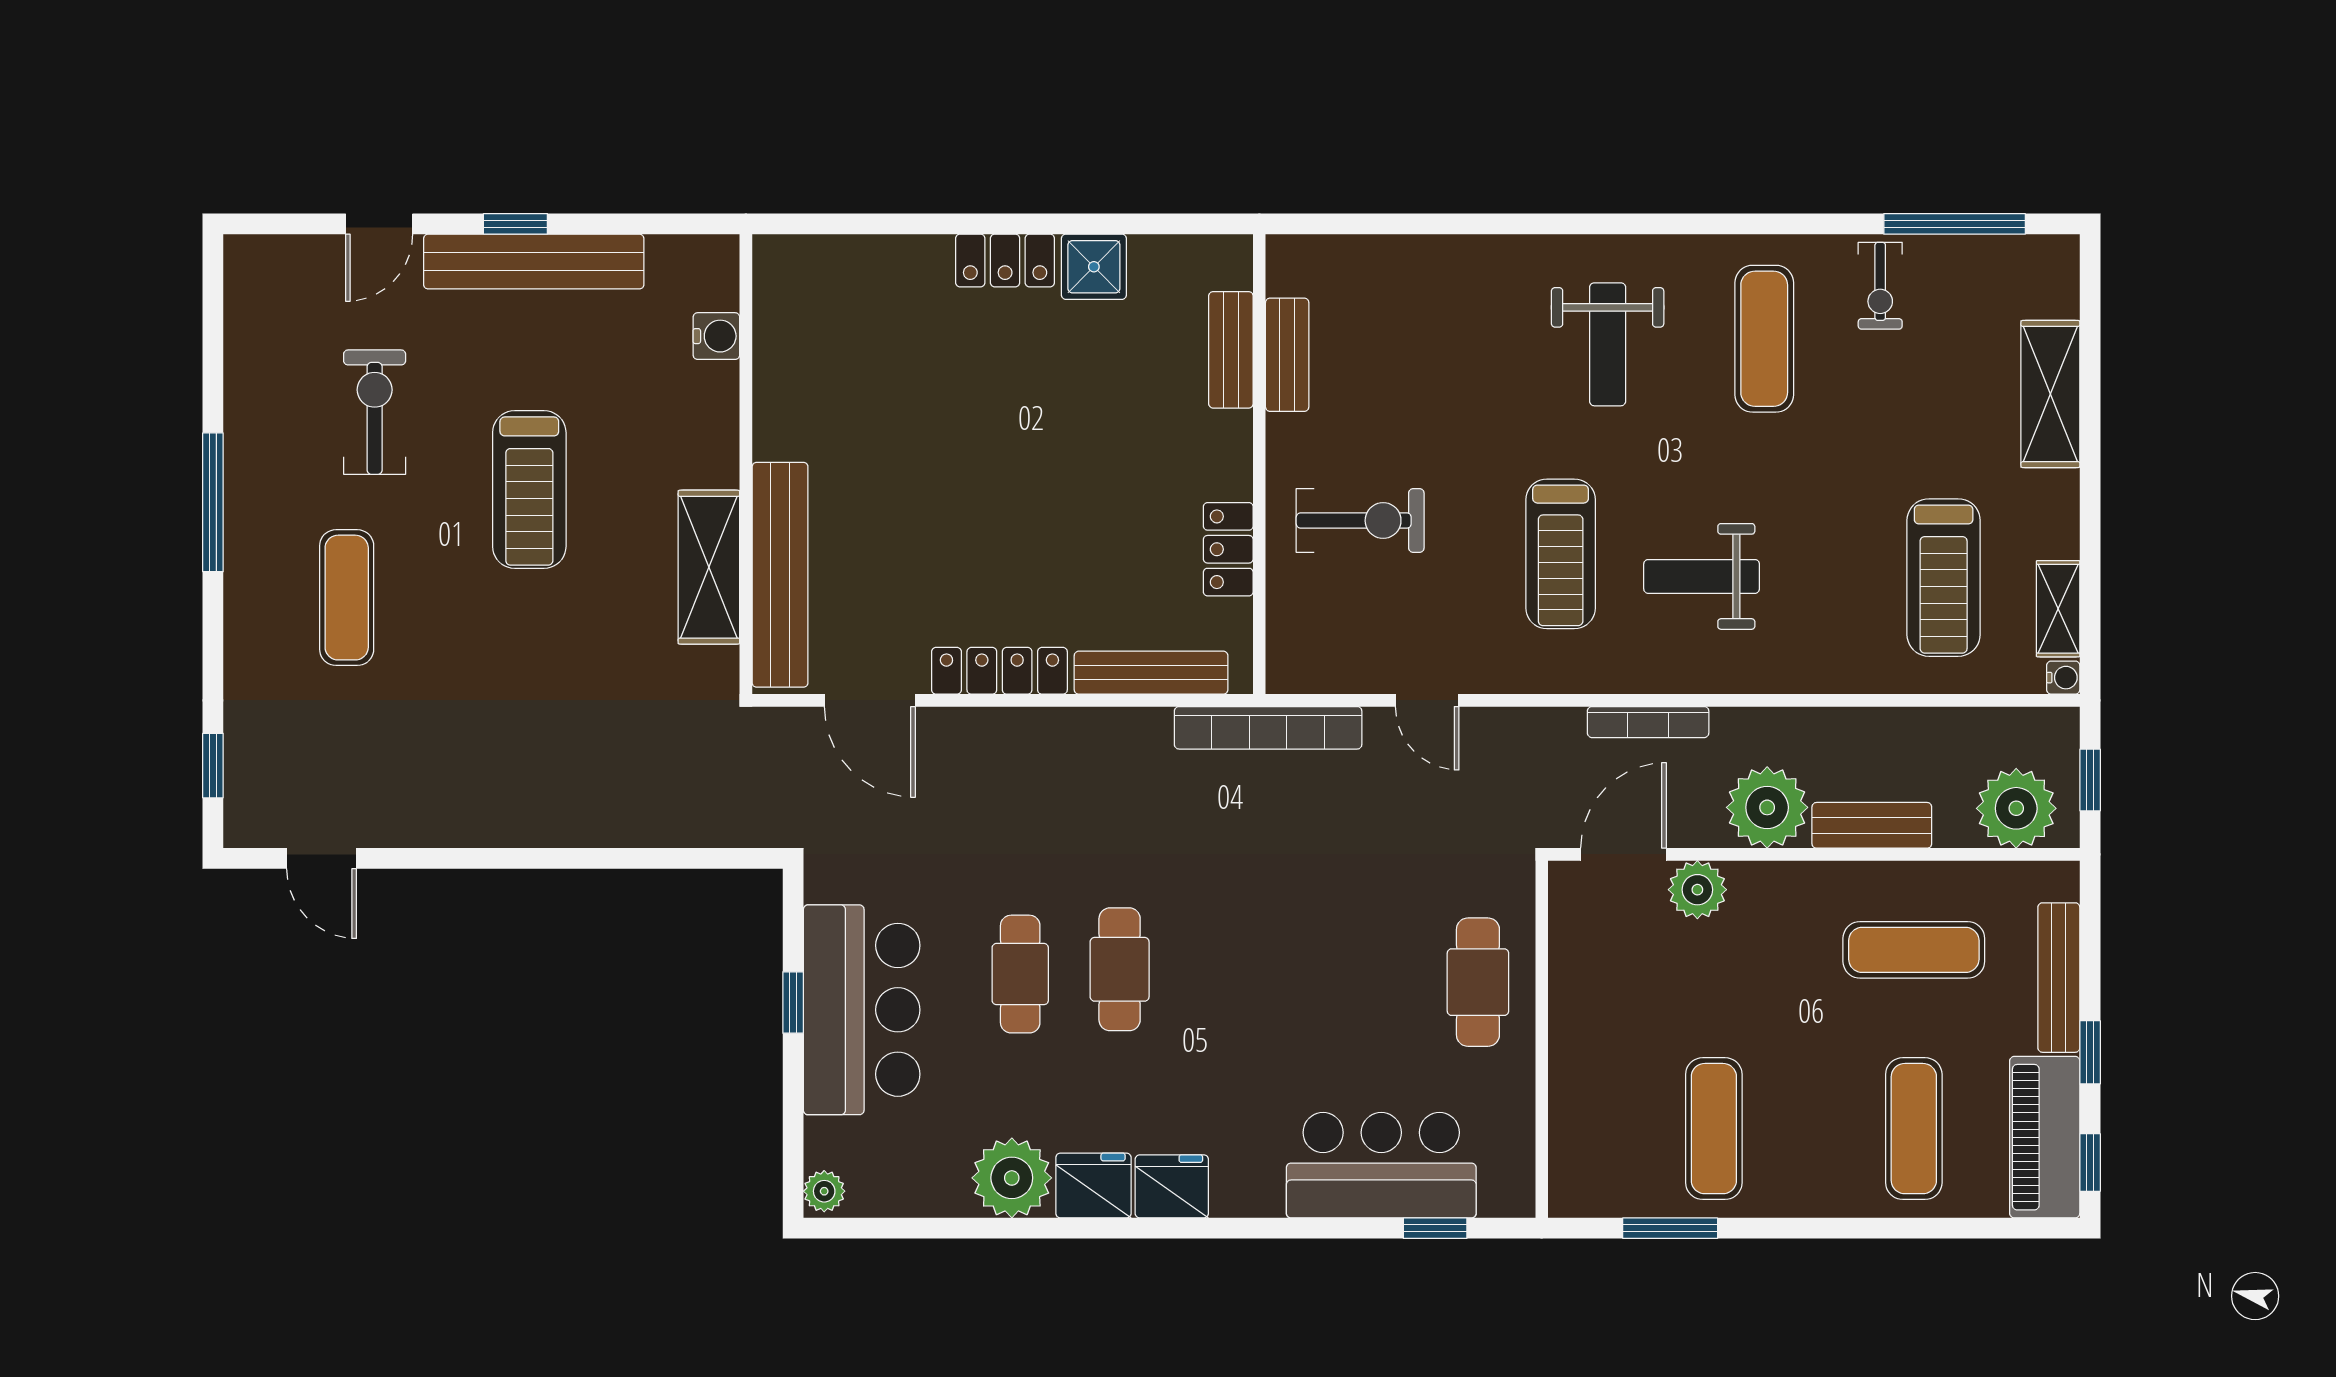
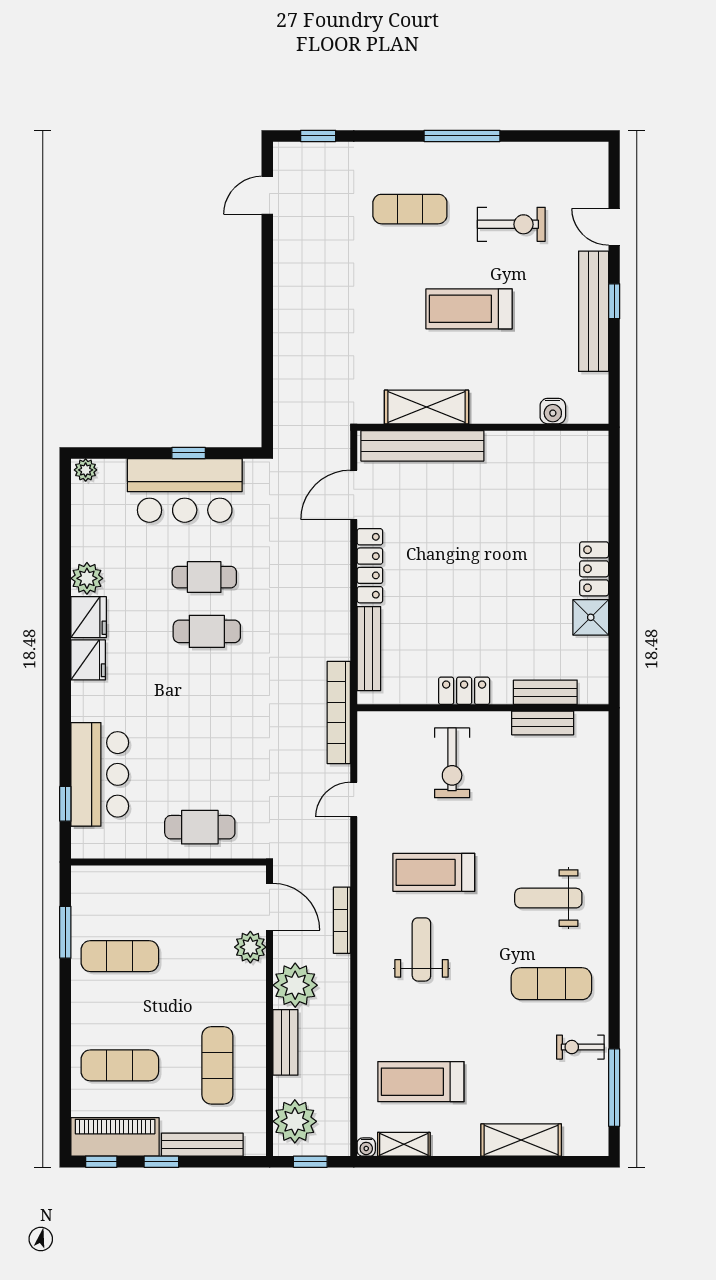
locker: (1228, 549) -> (464, 691), moved
plant: (1012, 1178) -> (87, 578), width x0.73, depth x0.73

